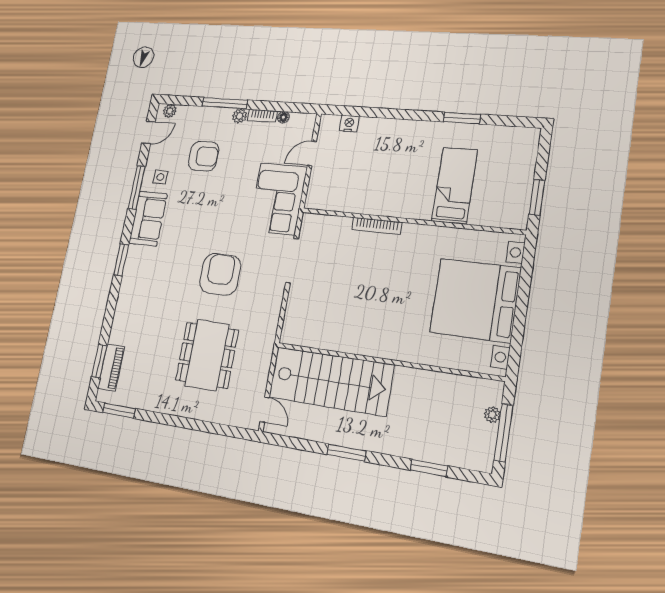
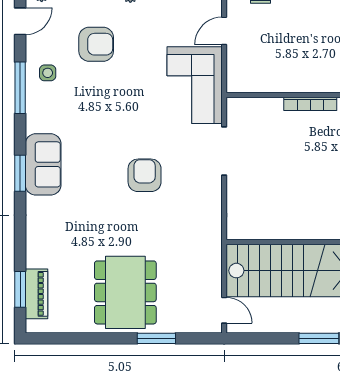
sofa: (148, 219) -> (43, 164), moved
armchair: (220, 274) -> (145, 175), width x0.73, depth x0.73
dining table: (207, 355) -> (125, 292), moved
window: (119, 411) -> (156, 338), moved

